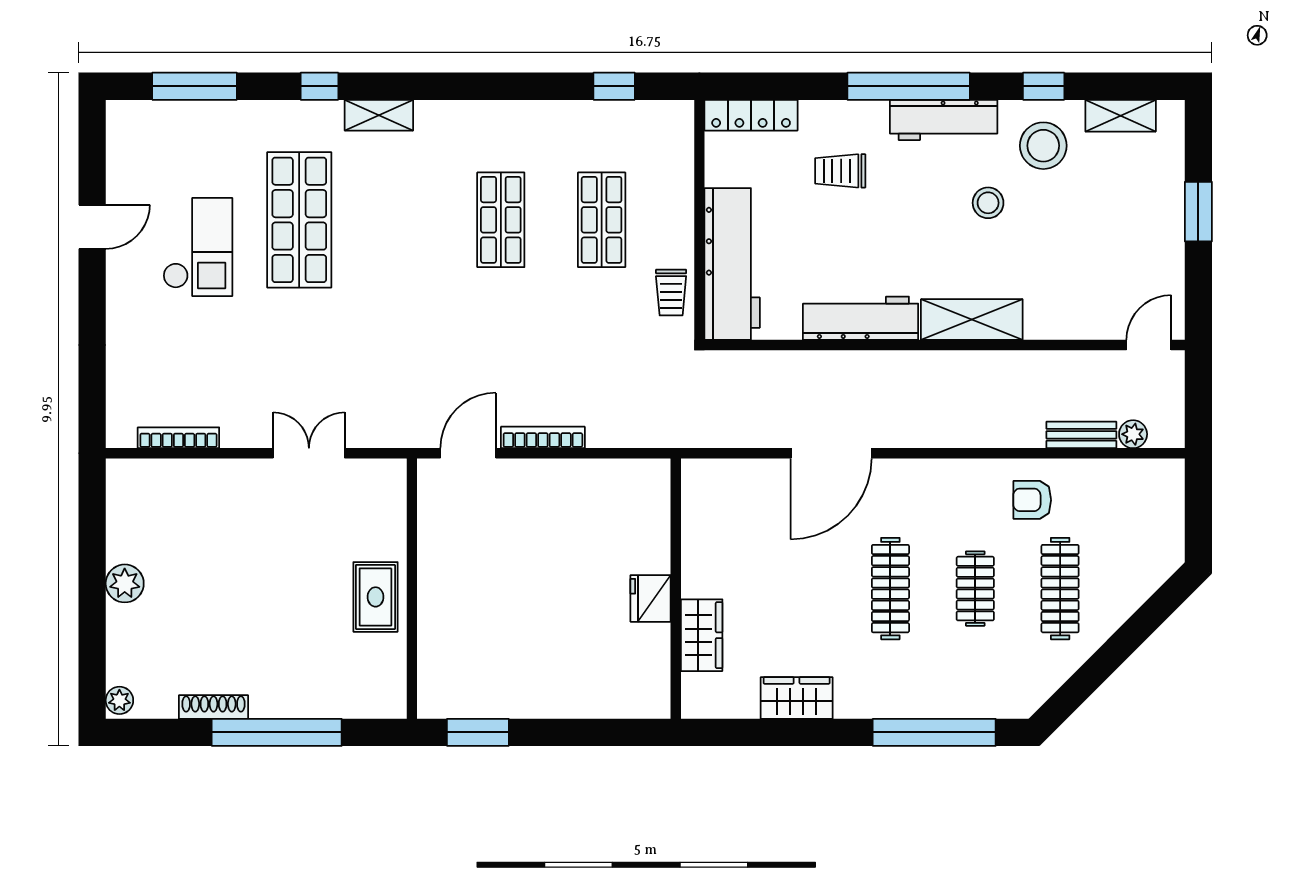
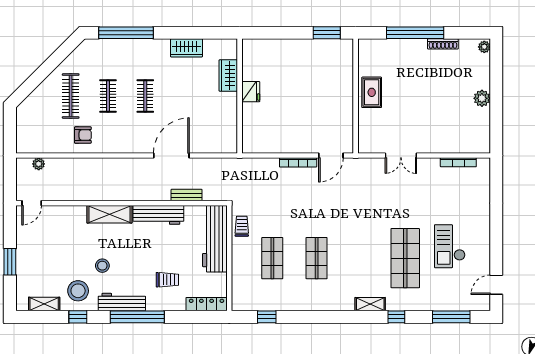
door: (92, 227) -> (496, 285), moved
bench: (1081, 435) -> (187, 195), moved
clothes rail: (890, 589) -> (145, 96), width x0.73

